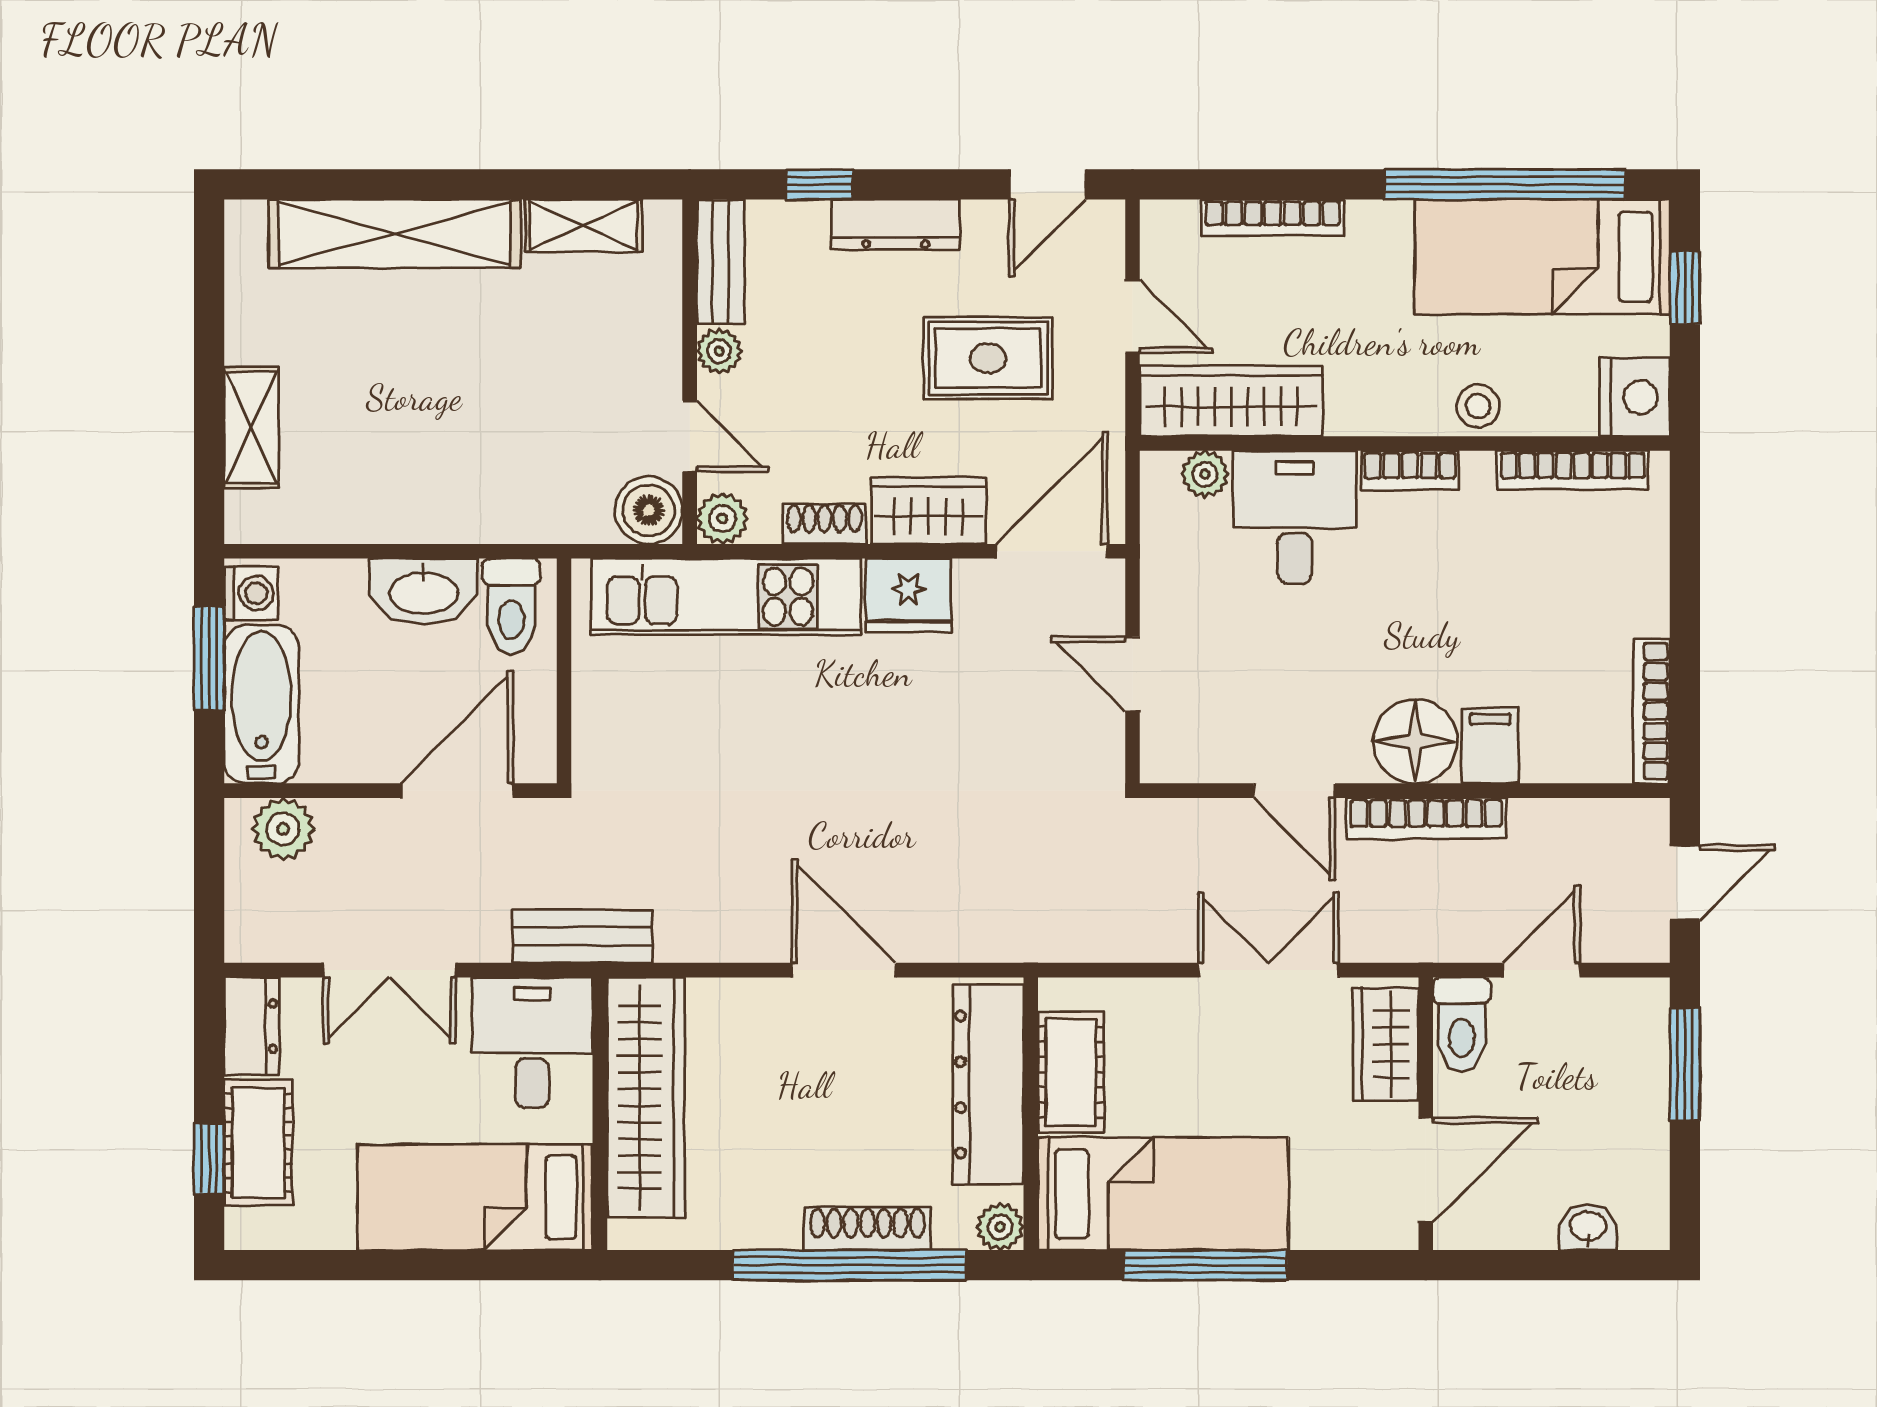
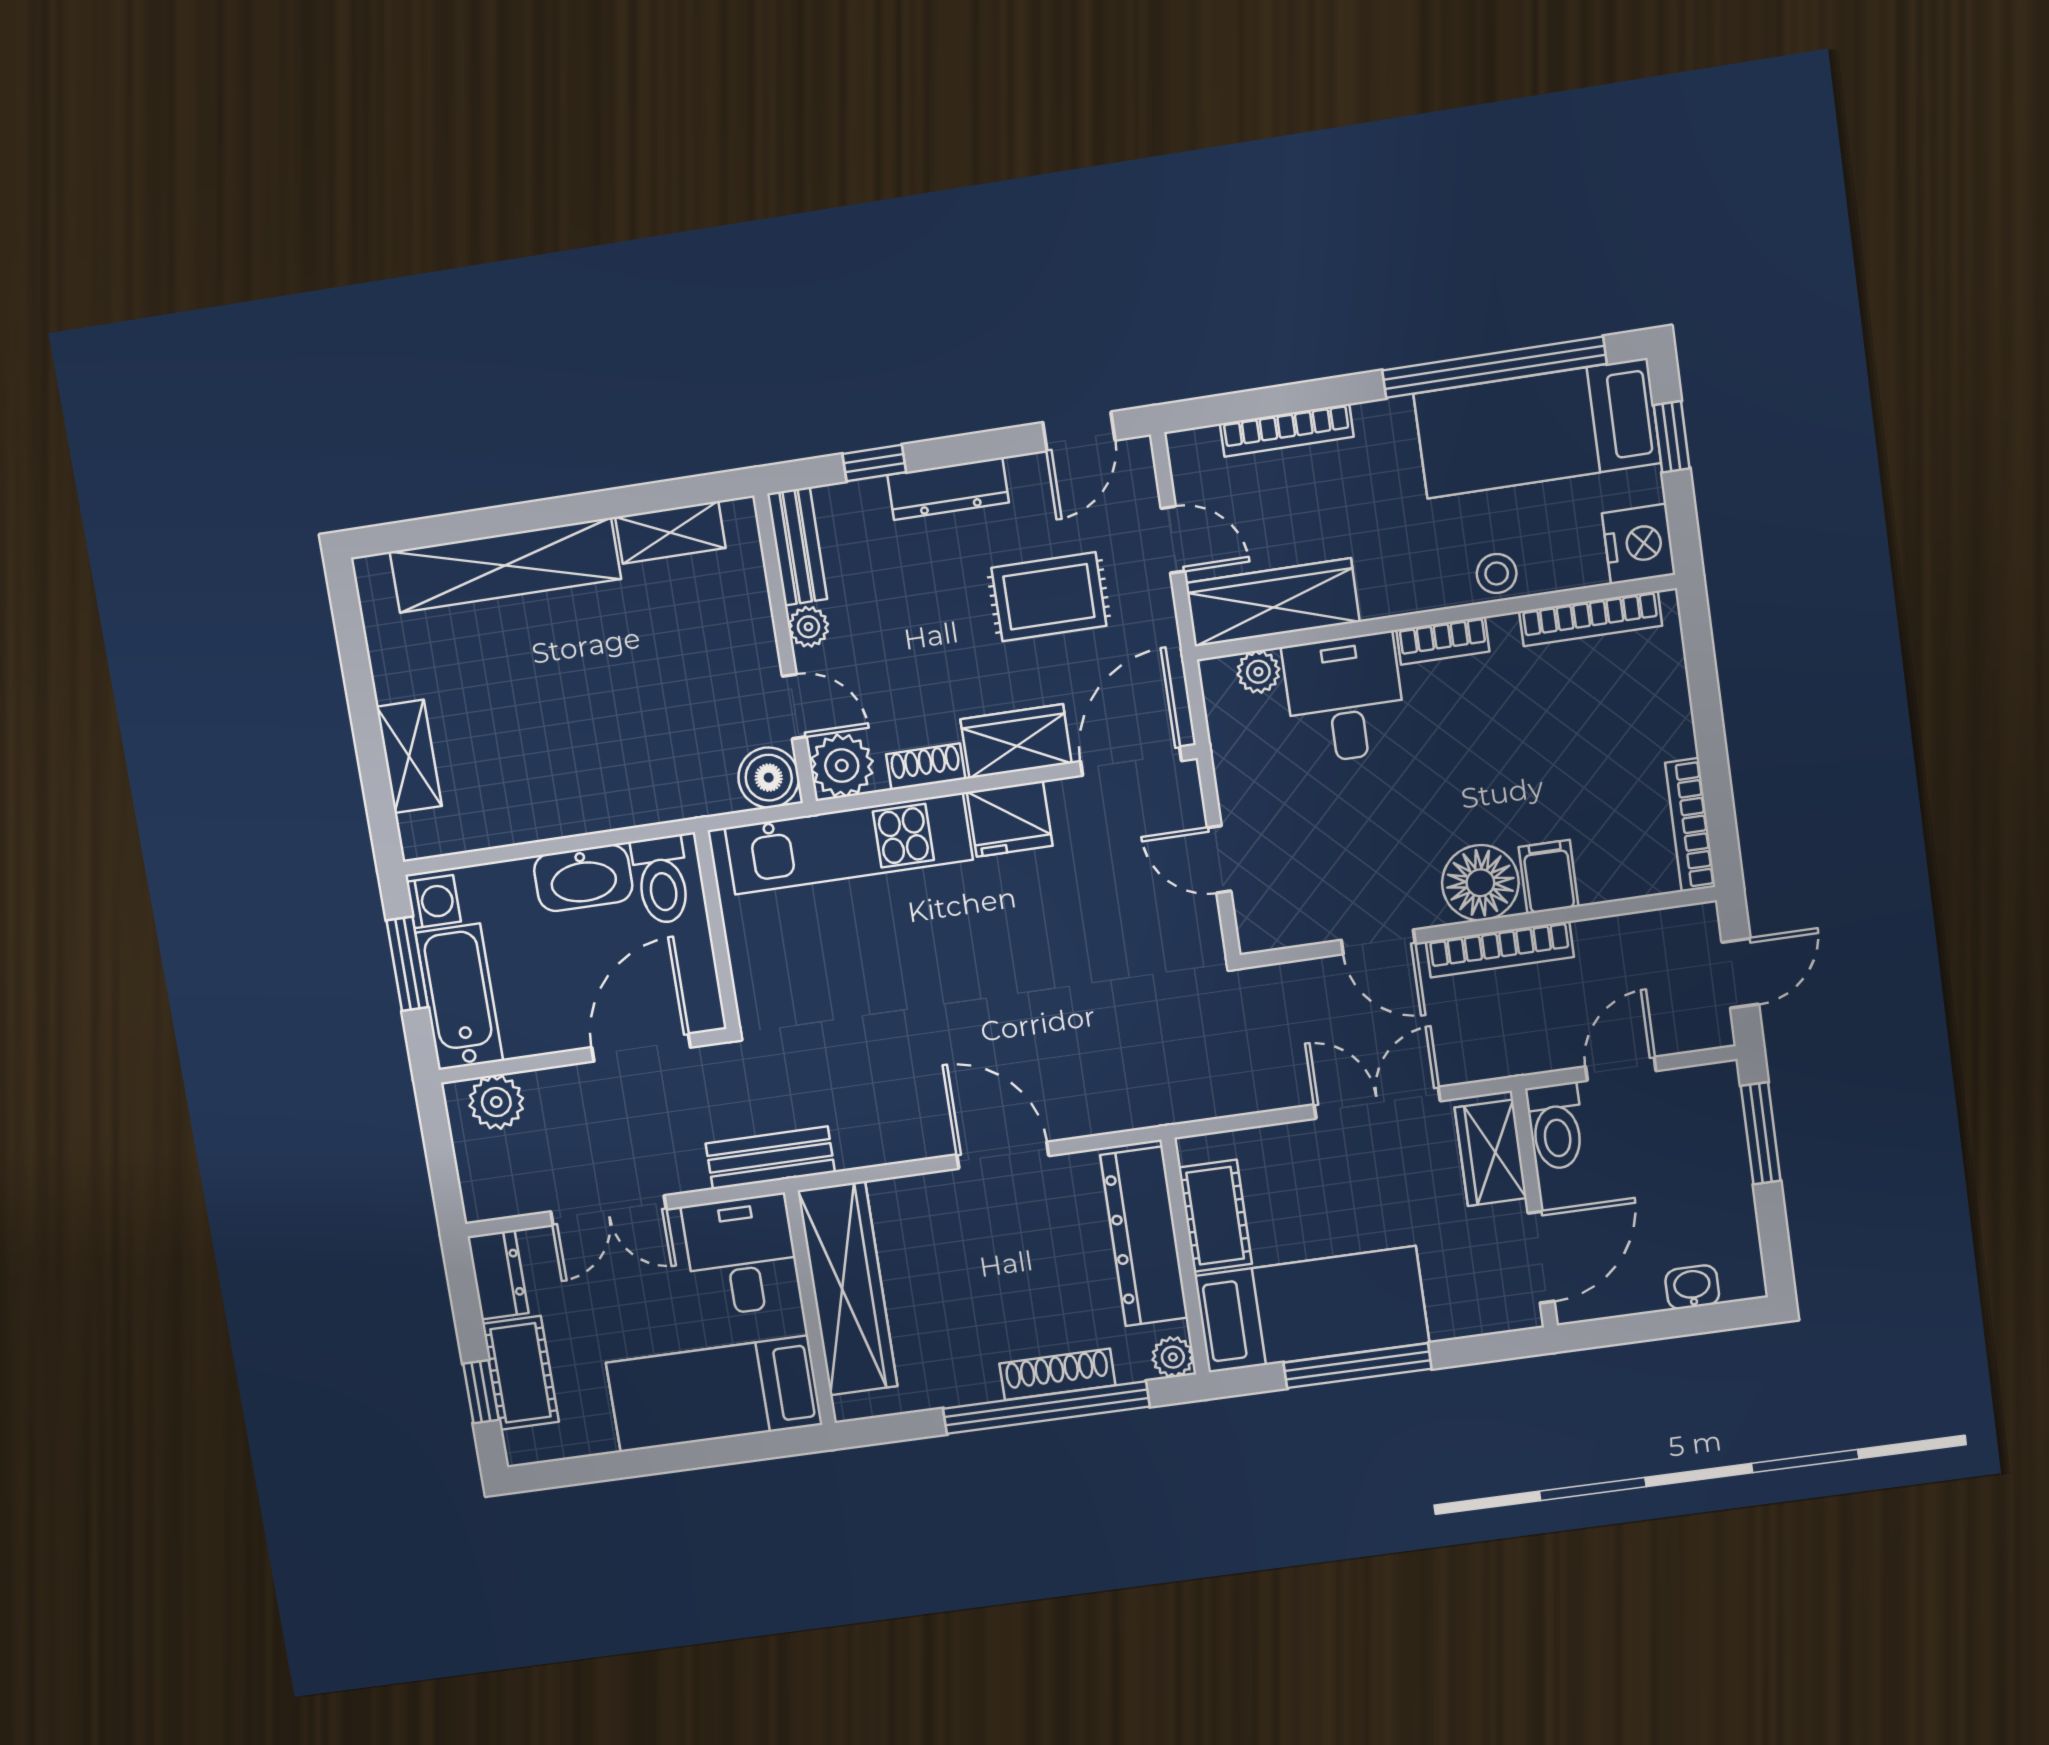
plant: (722, 519) -> (842, 766), width x1.38, depth x1.38

